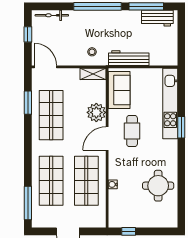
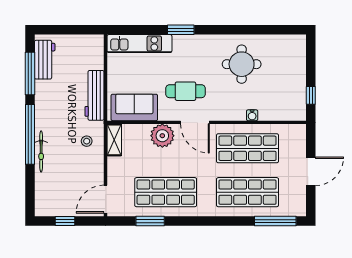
bicycle: (52, 15) -> (41, 151), moved
kitchen unit: (170, 104) -> (139, 44), width x0.73
round table: (158, 186) -> (242, 64), moved

